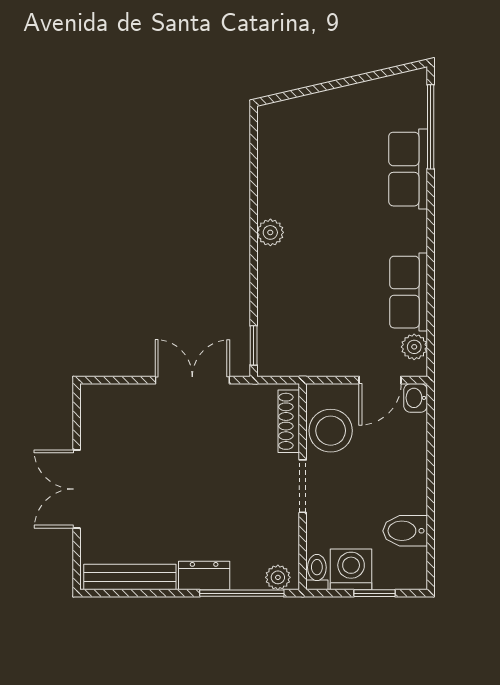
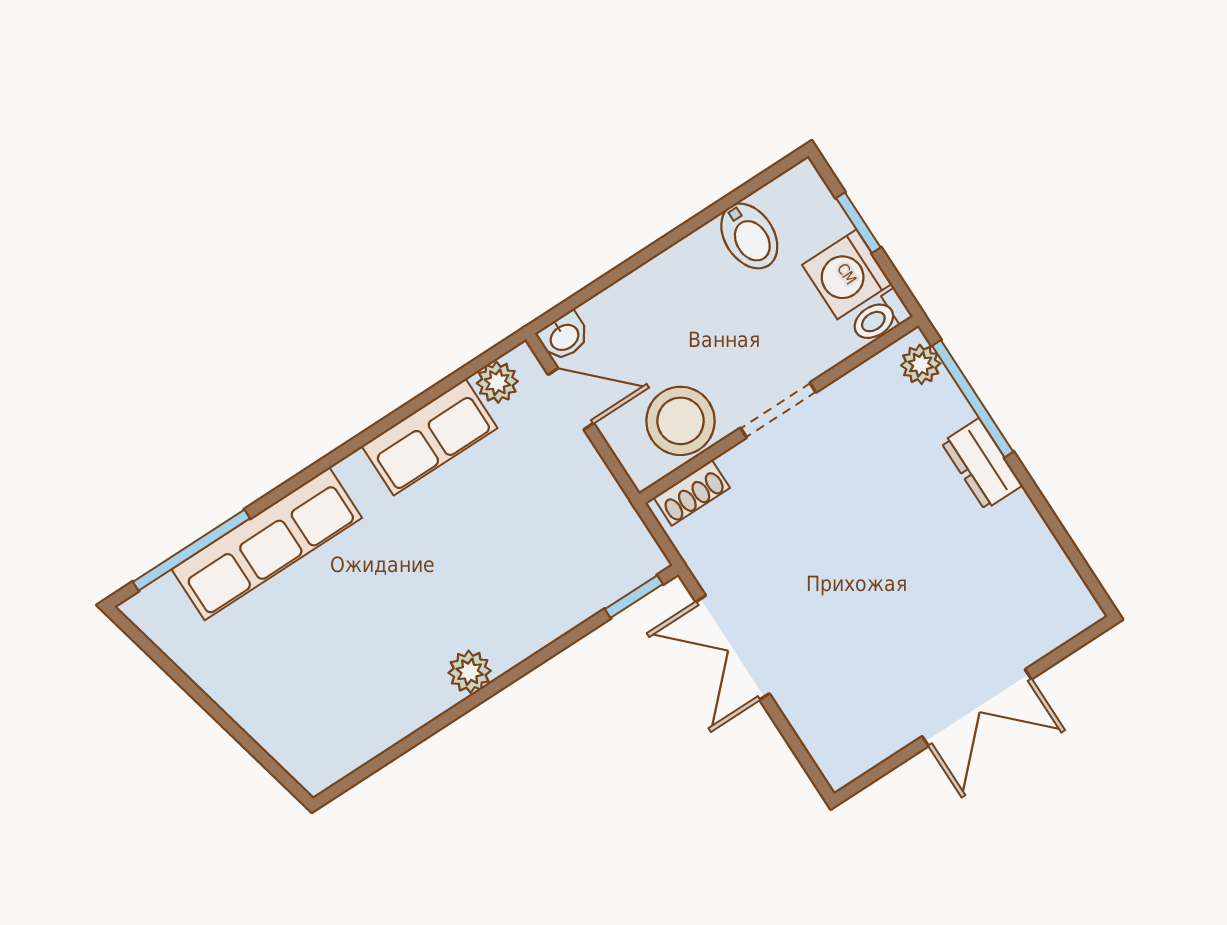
row of seats: (408, 169) -> (267, 544), width x1.48
shoe rack: (289, 421) -> (692, 493), width x0.70
bench: (130, 577) -> (1048, 561), removed

